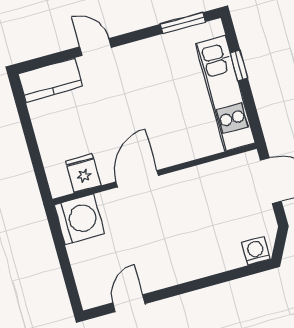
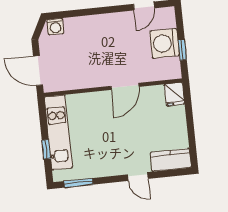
fridge: (83, 173) -> (174, 94), moved
washing machine: (79, 219) -> (165, 43), moved
window: (60, 248) -> (182, 50), added

